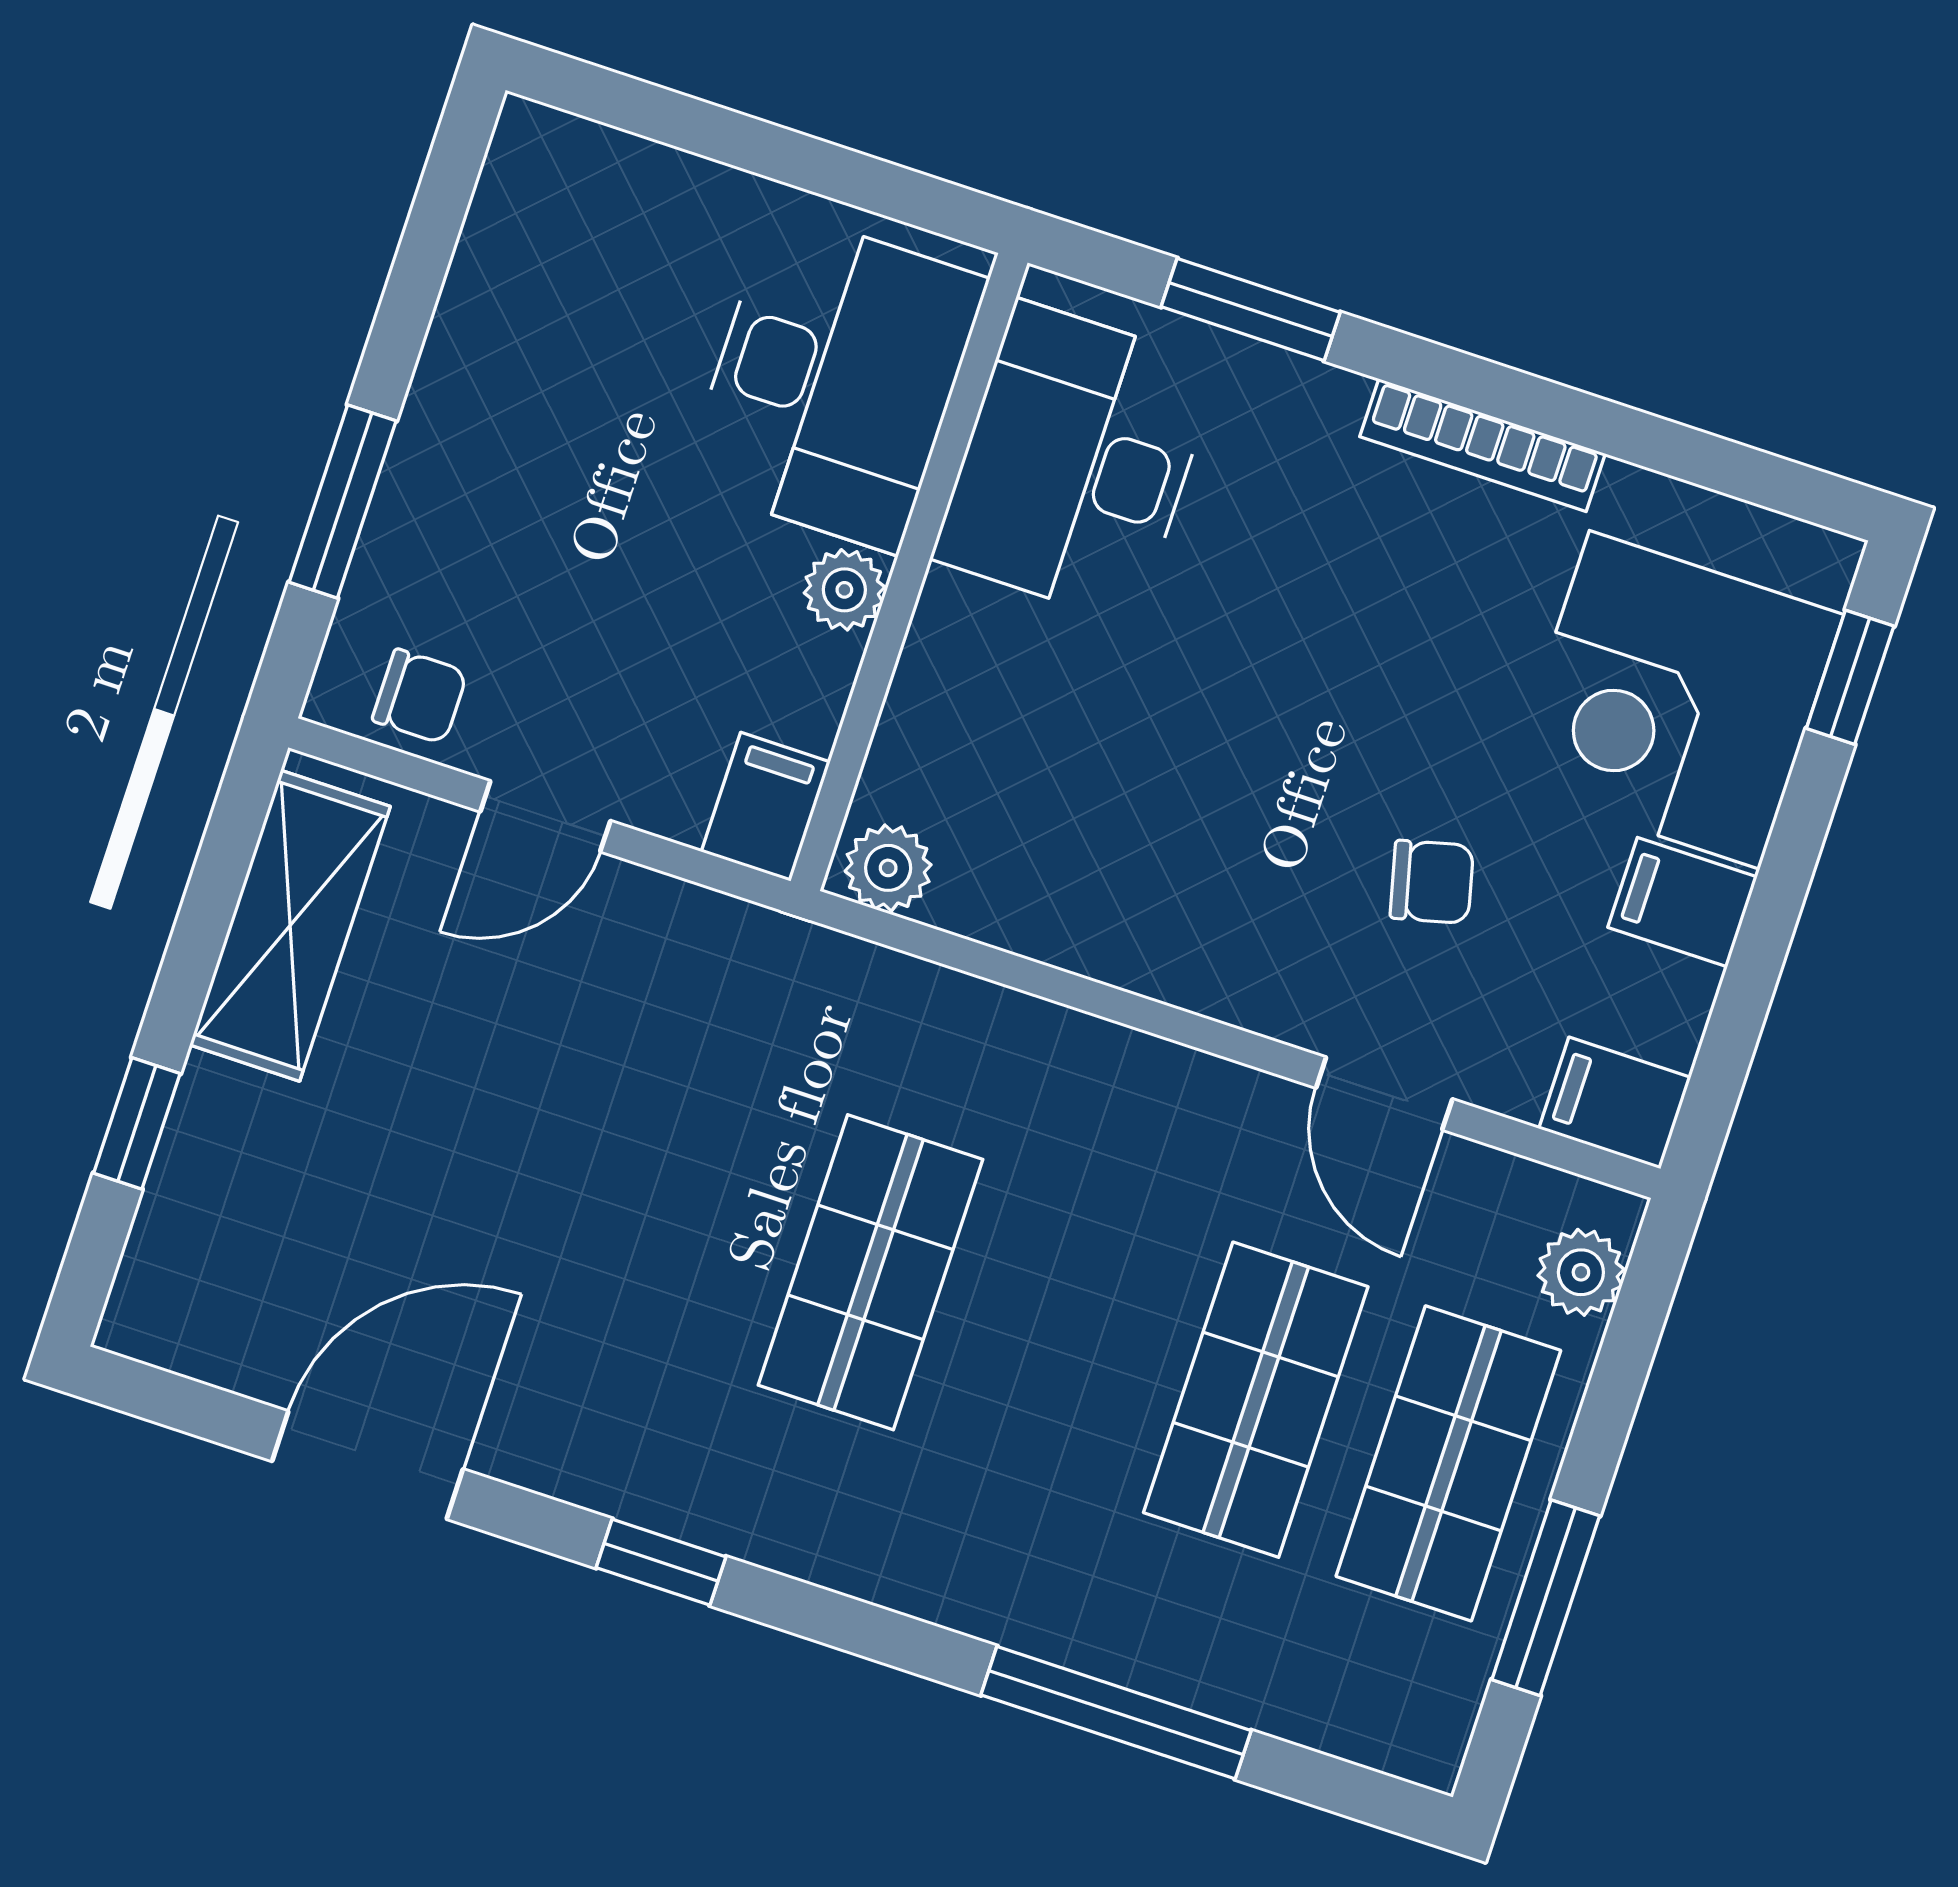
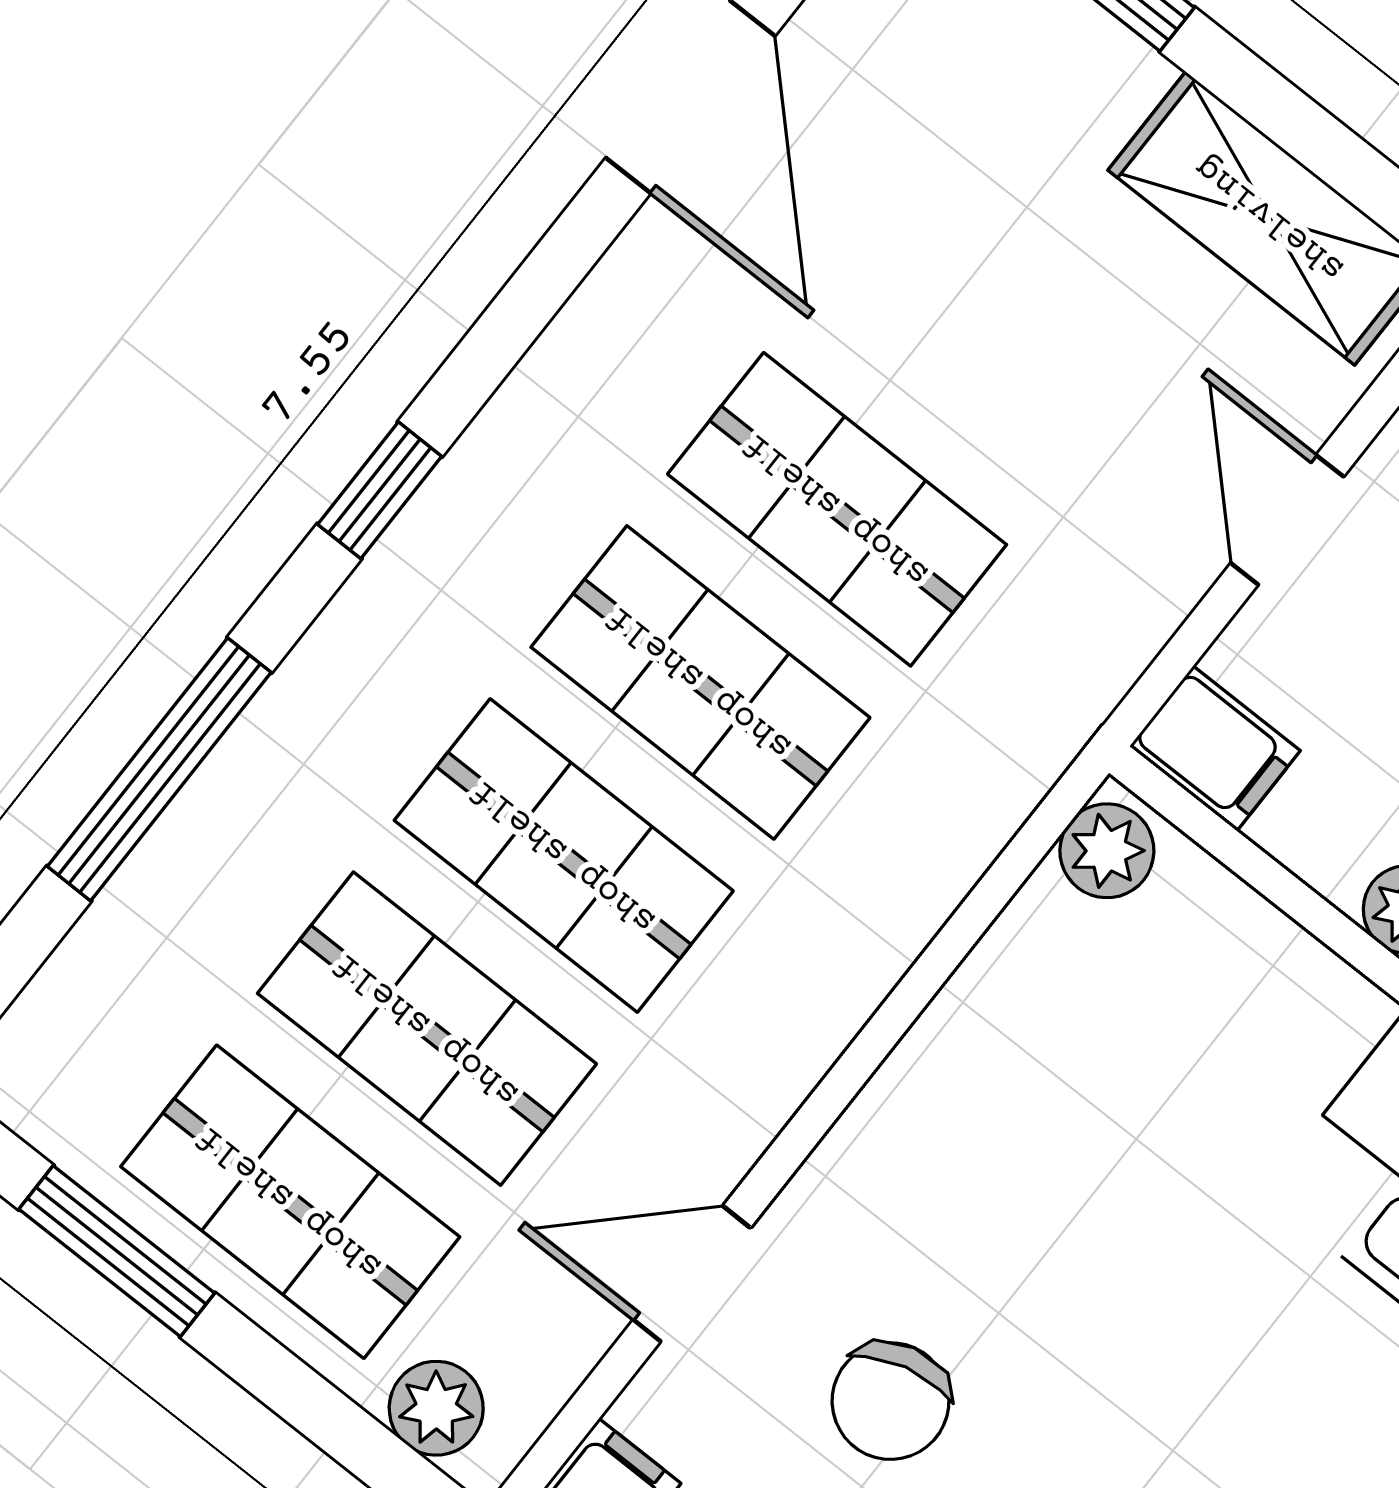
chair: (1432, 882) -> (890, 1401), width x1.37, depth x1.37
shop shelf: (678, 1209) -> (837, 509), added
shop shelf: (1063, 1336) -> (564, 856), added
window: (661, 1562) -> (380, 490), moved

